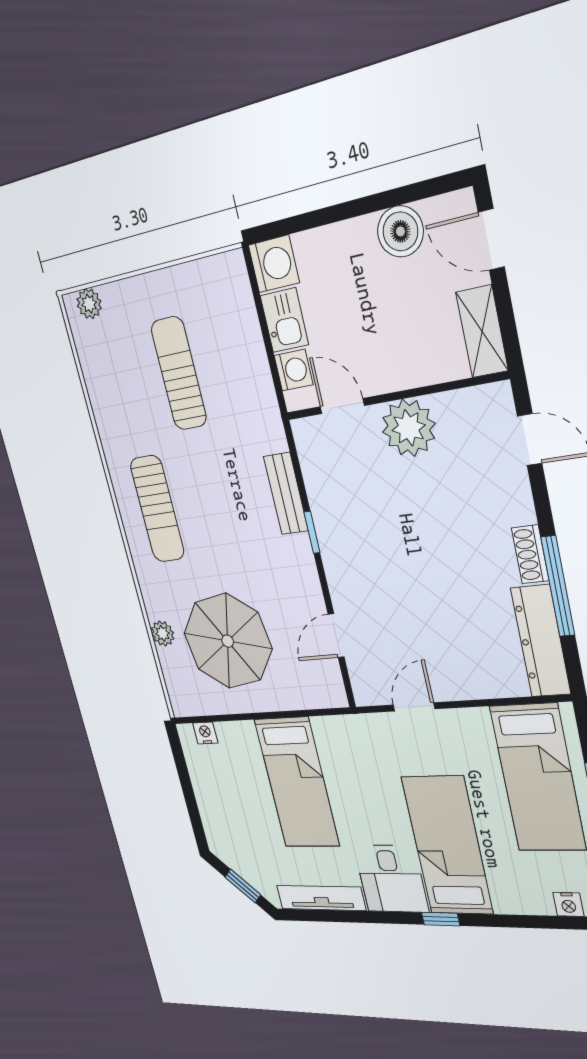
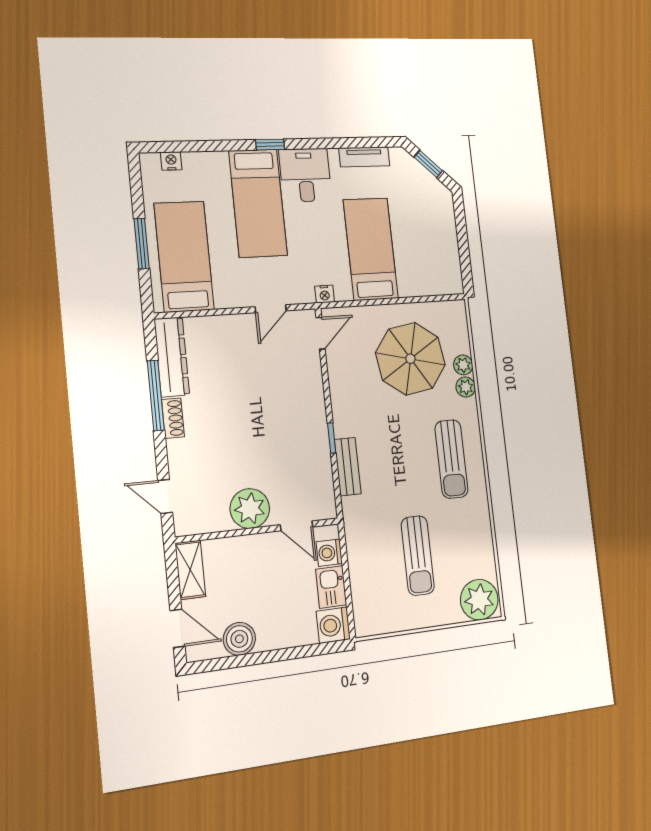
plant: (89, 304) -> (479, 600), width x1.88, depth x1.88
sun lounger: (157, 509) -> (451, 459), turned 180
plant: (155, 605) -> (466, 387), added
door: (336, 636) -> (321, 333), moved
nightstand: (205, 733) -> (325, 294), moved
tv unit: (321, 898) -> (364, 157), width x0.71

